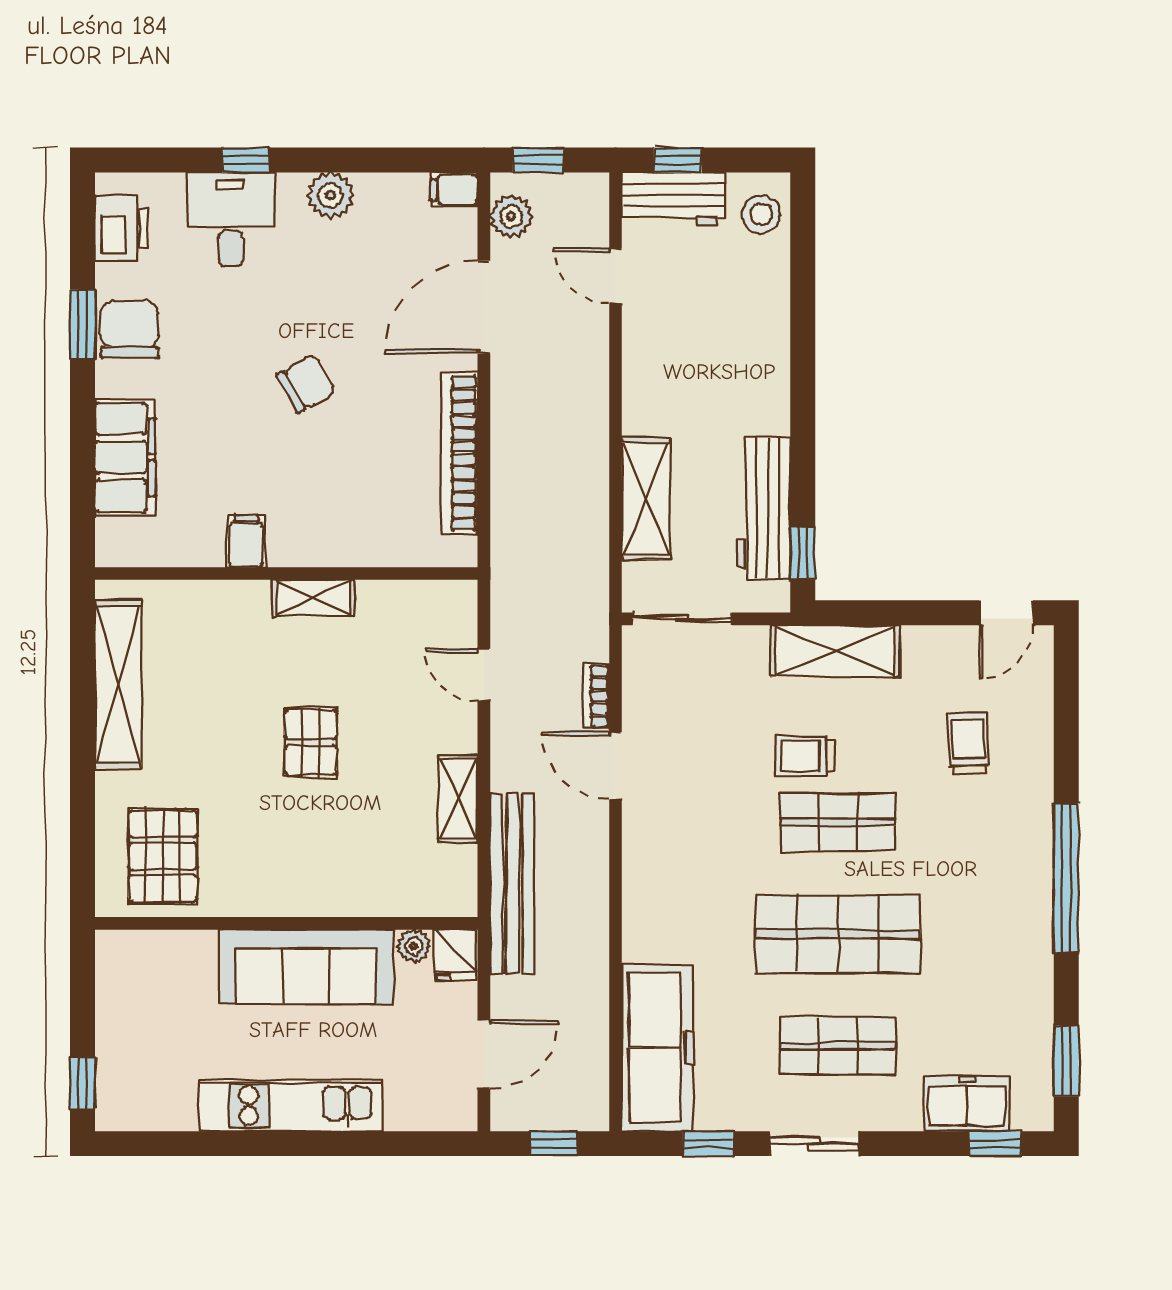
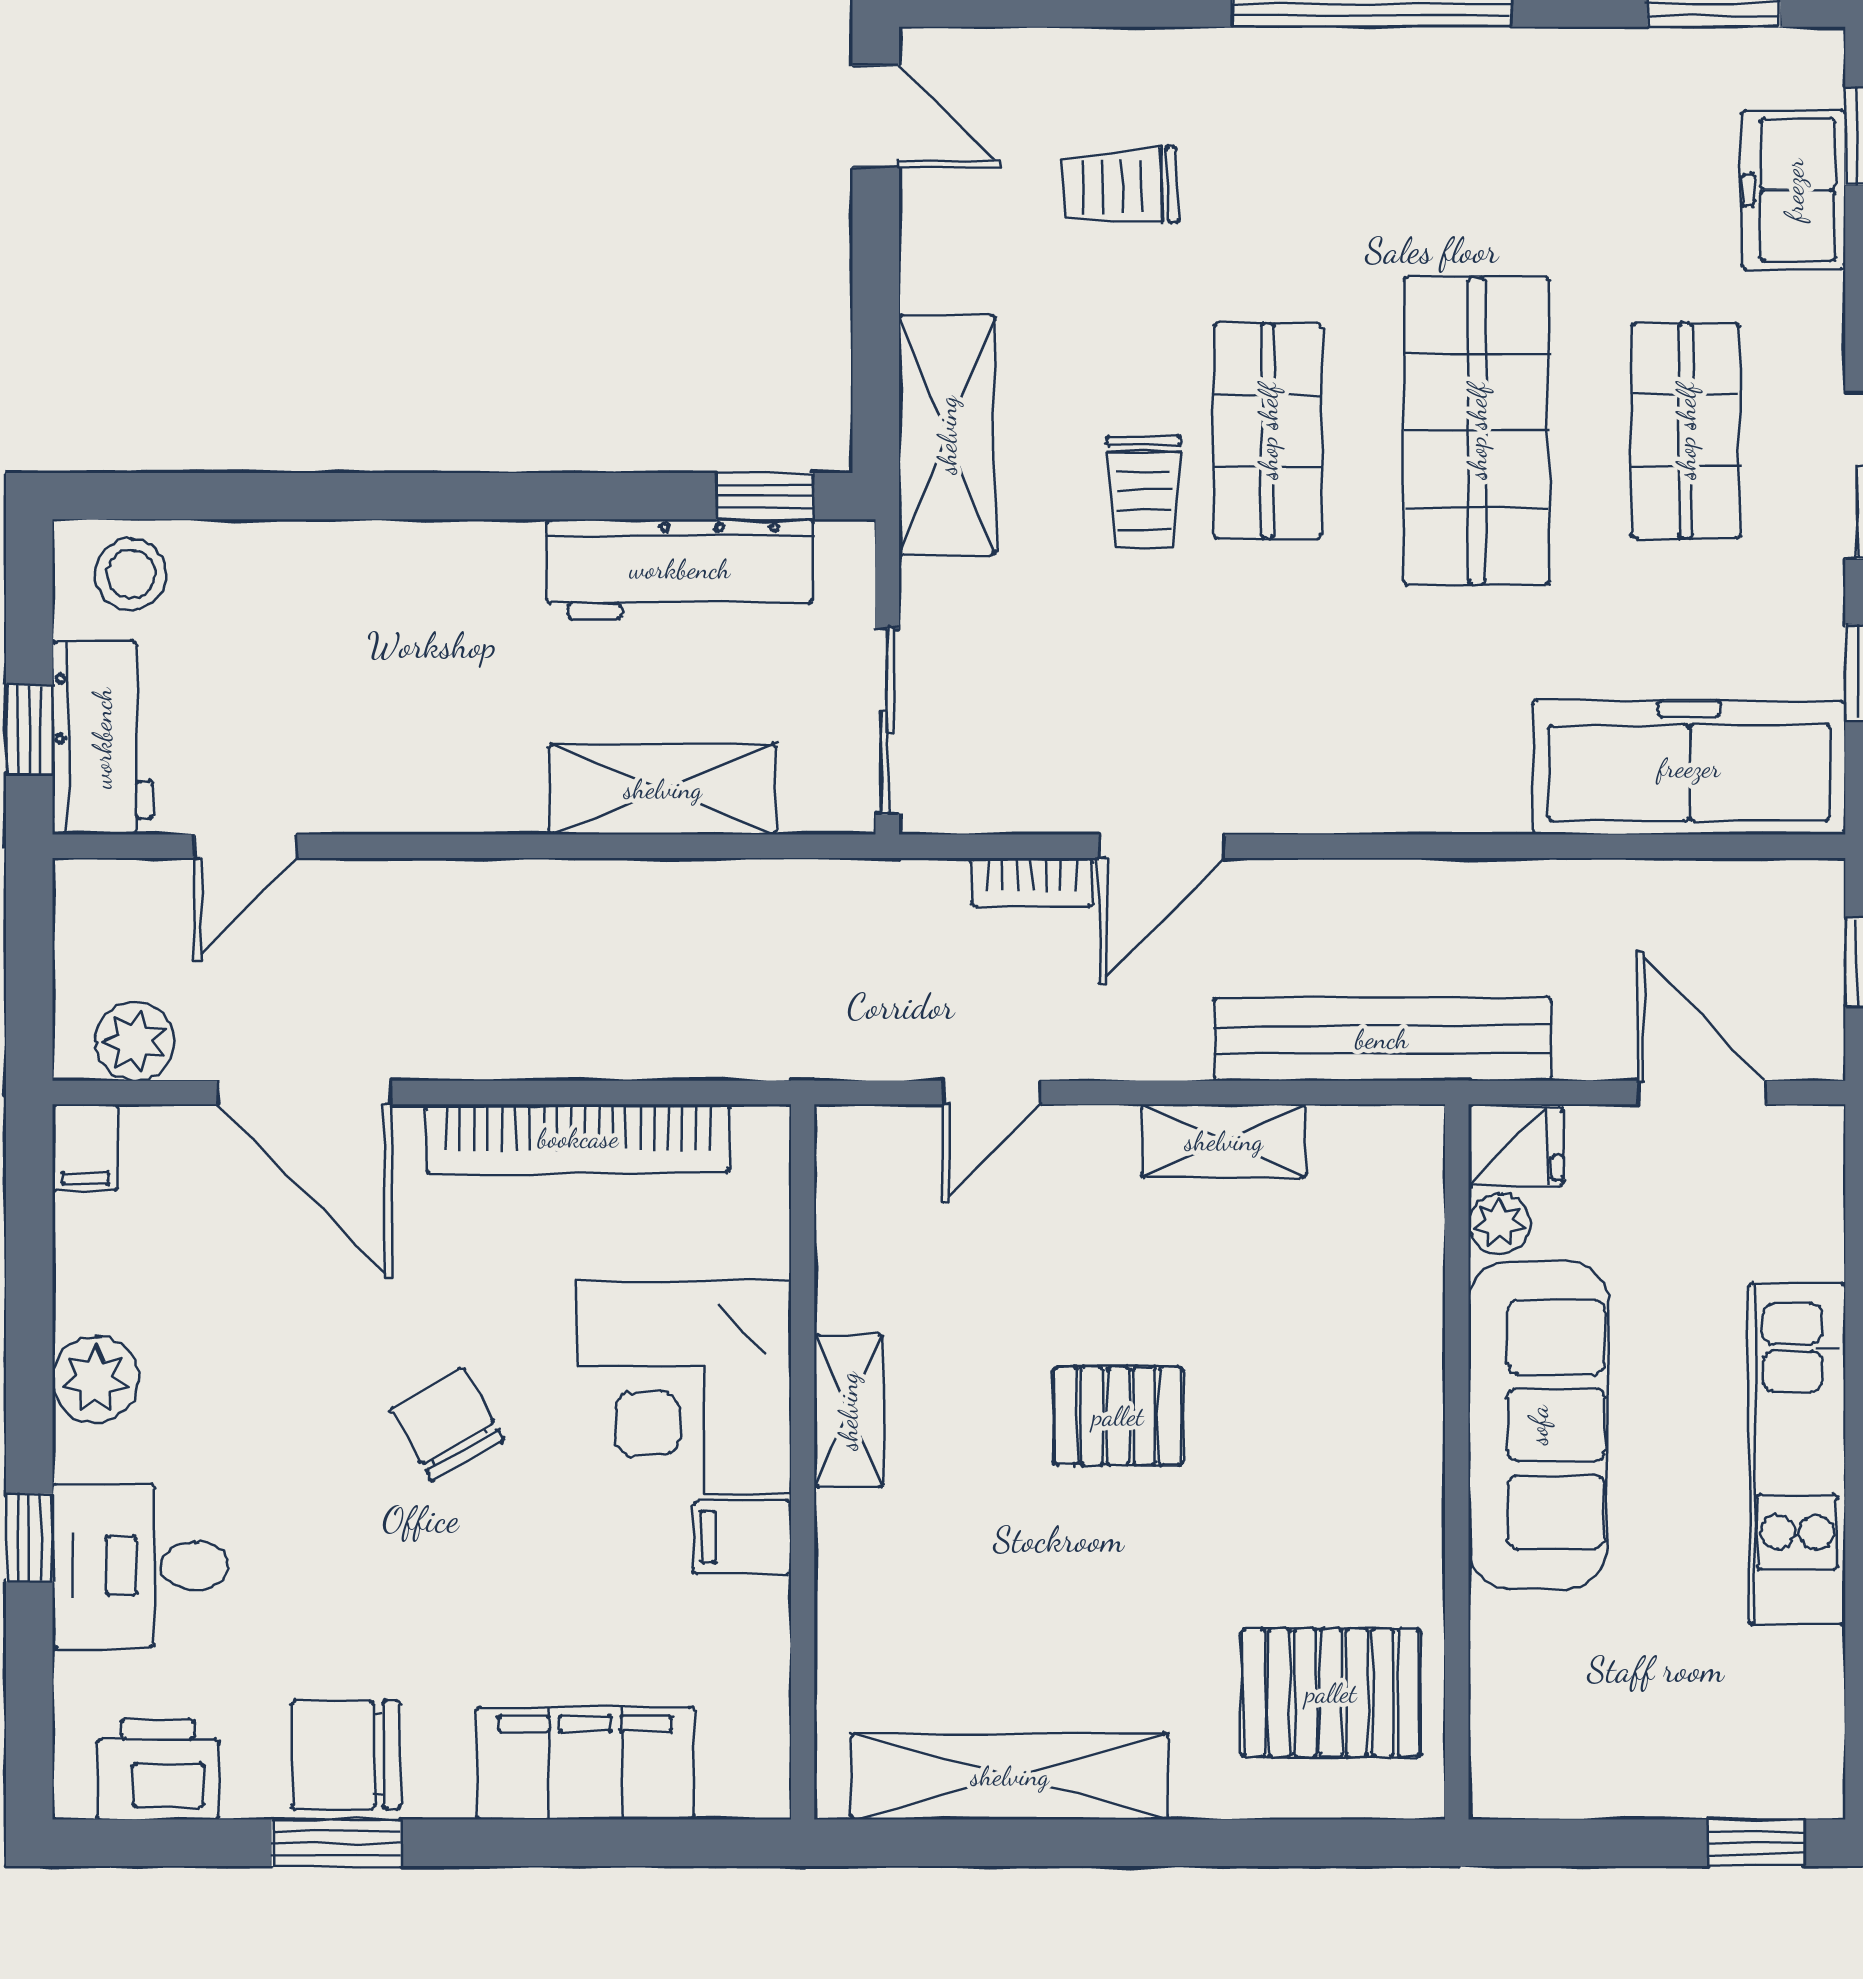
window: (538, 160) -> (29, 991), removed
corner desk: (326, 510) -> (684, 1387), added

